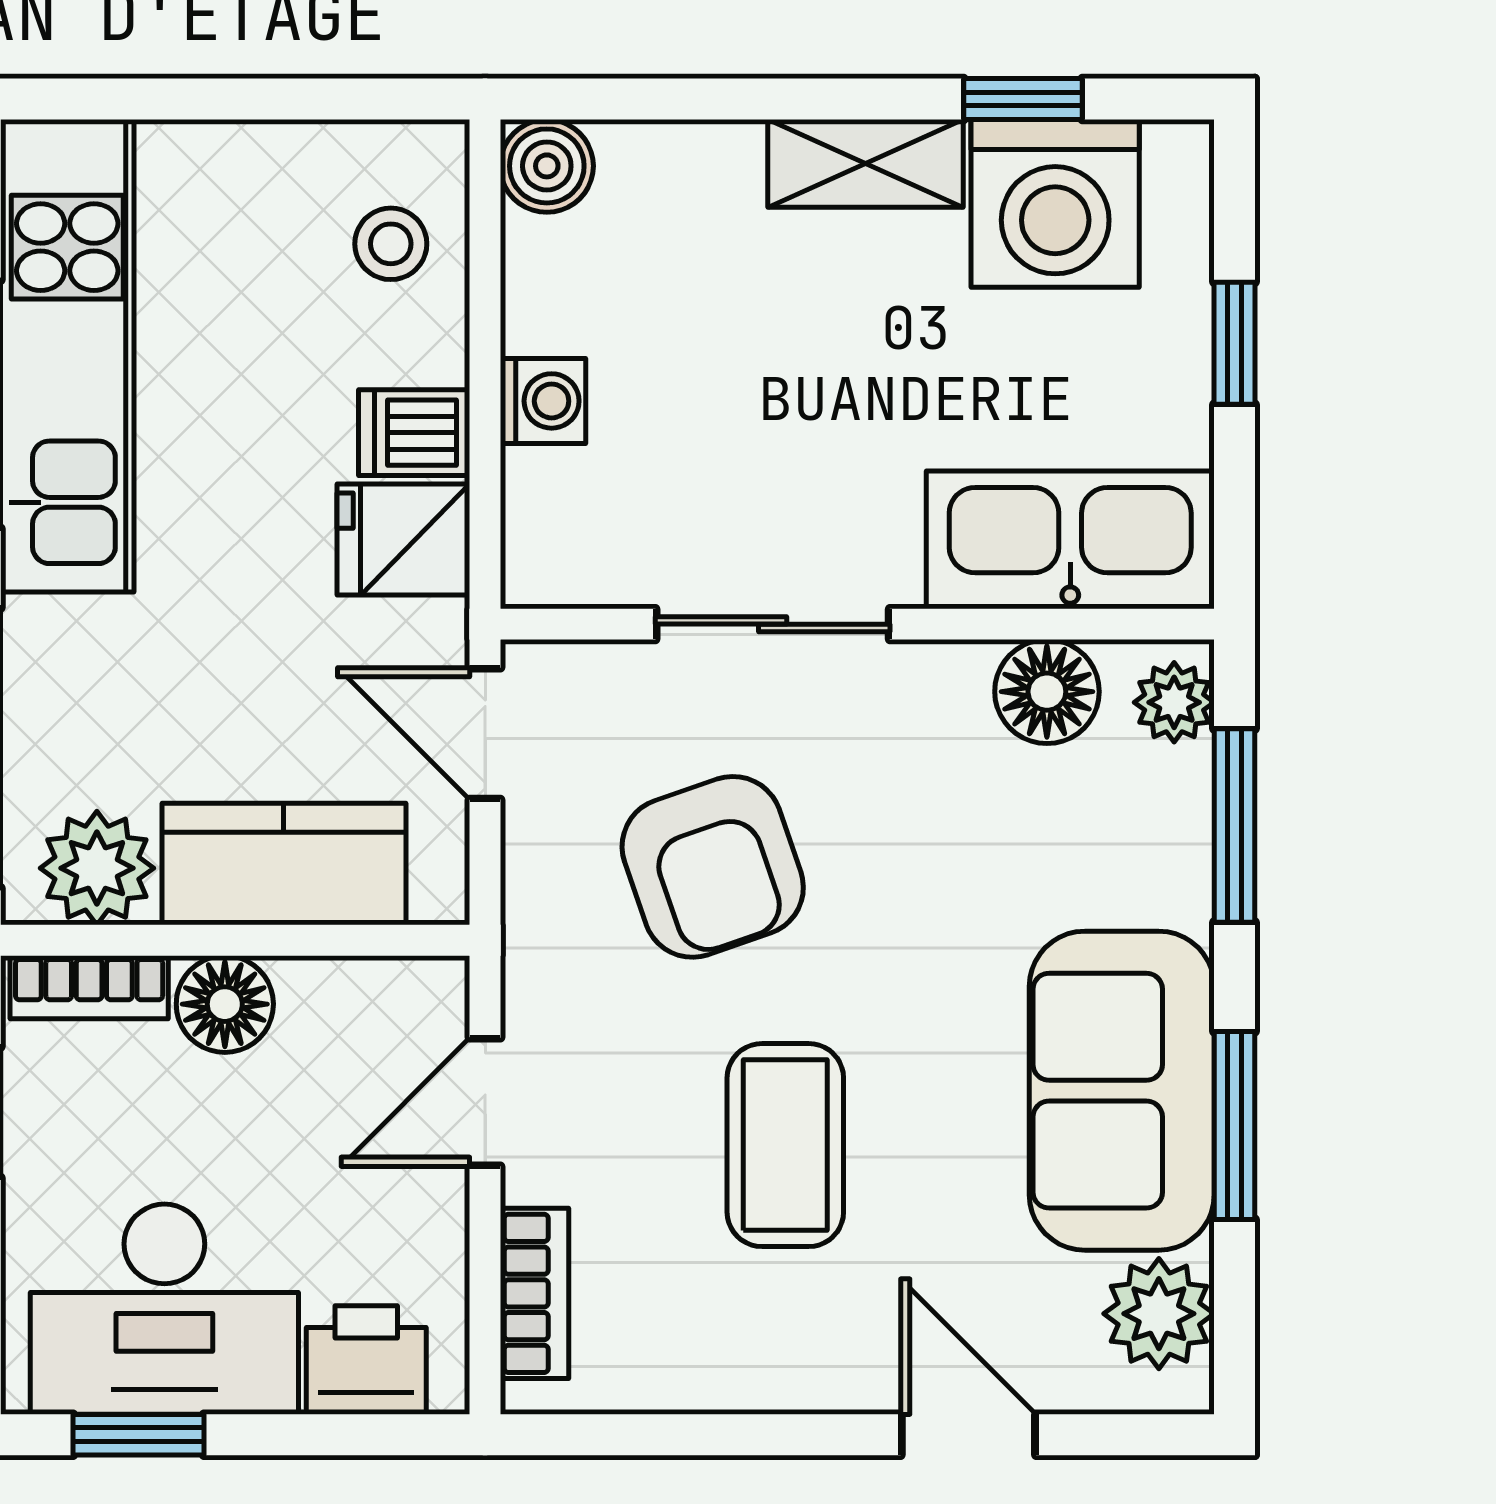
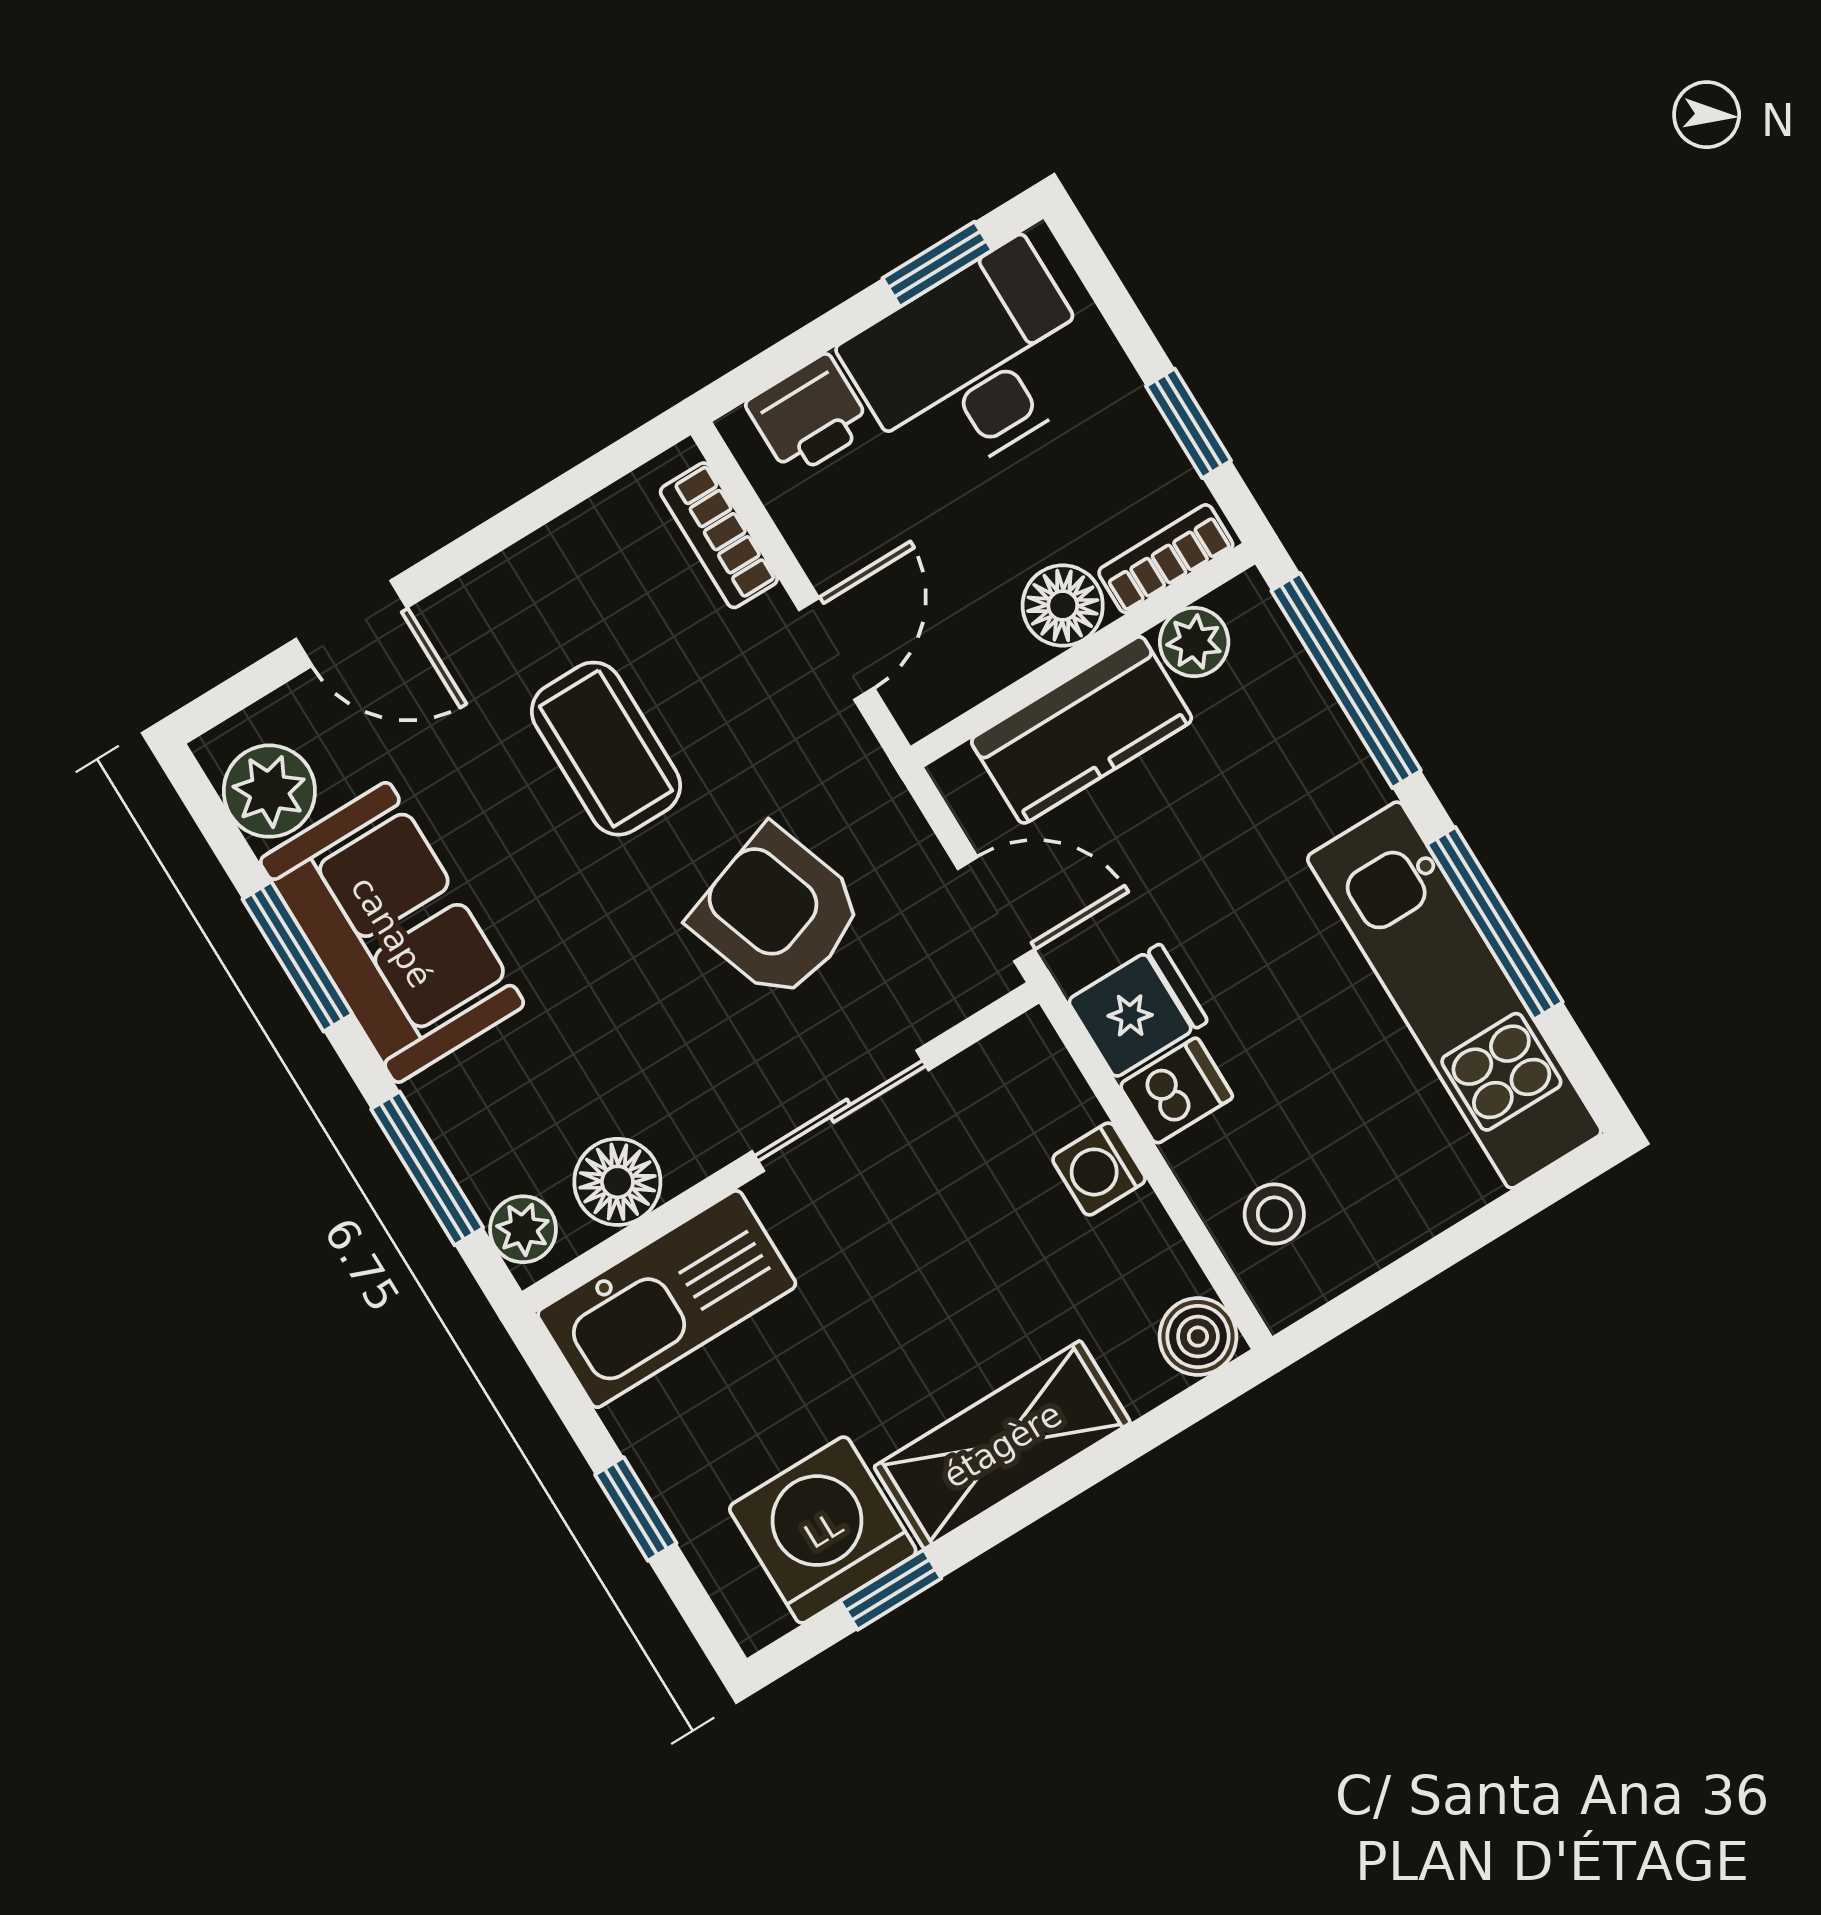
shelving: (865, 163) -> (1002, 1445), width x1.50, depth x1.33
plant: (97, 868) -> (1194, 642), width x0.73, depth x0.73

